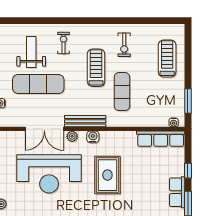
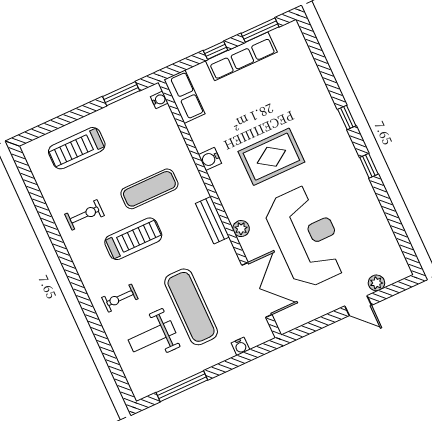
treadmill: (96, 68) -> (133, 239), turned 180
bench: (85, 121) -> (212, 220), width x0.73
double door: (44, 129) -> (257, 290), moved
water cooler: (93, 137) -> (210, 159), moved
row of seats: (161, 139) -> (184, 97), width x0.68
row of seats: (177, 192) -> (241, 56), width x1.48

